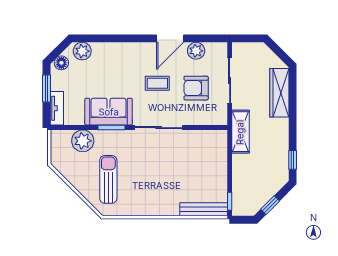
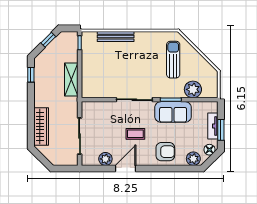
armchair: (196, 88) -> (165, 152), moved
tv unit: (57, 108) -> (213, 126), moved
shelving: (240, 132) -> (71, 79), moved
sun lounger: (108, 179) -> (173, 60), turned 180
bench: (204, 209) -> (116, 37), moved

